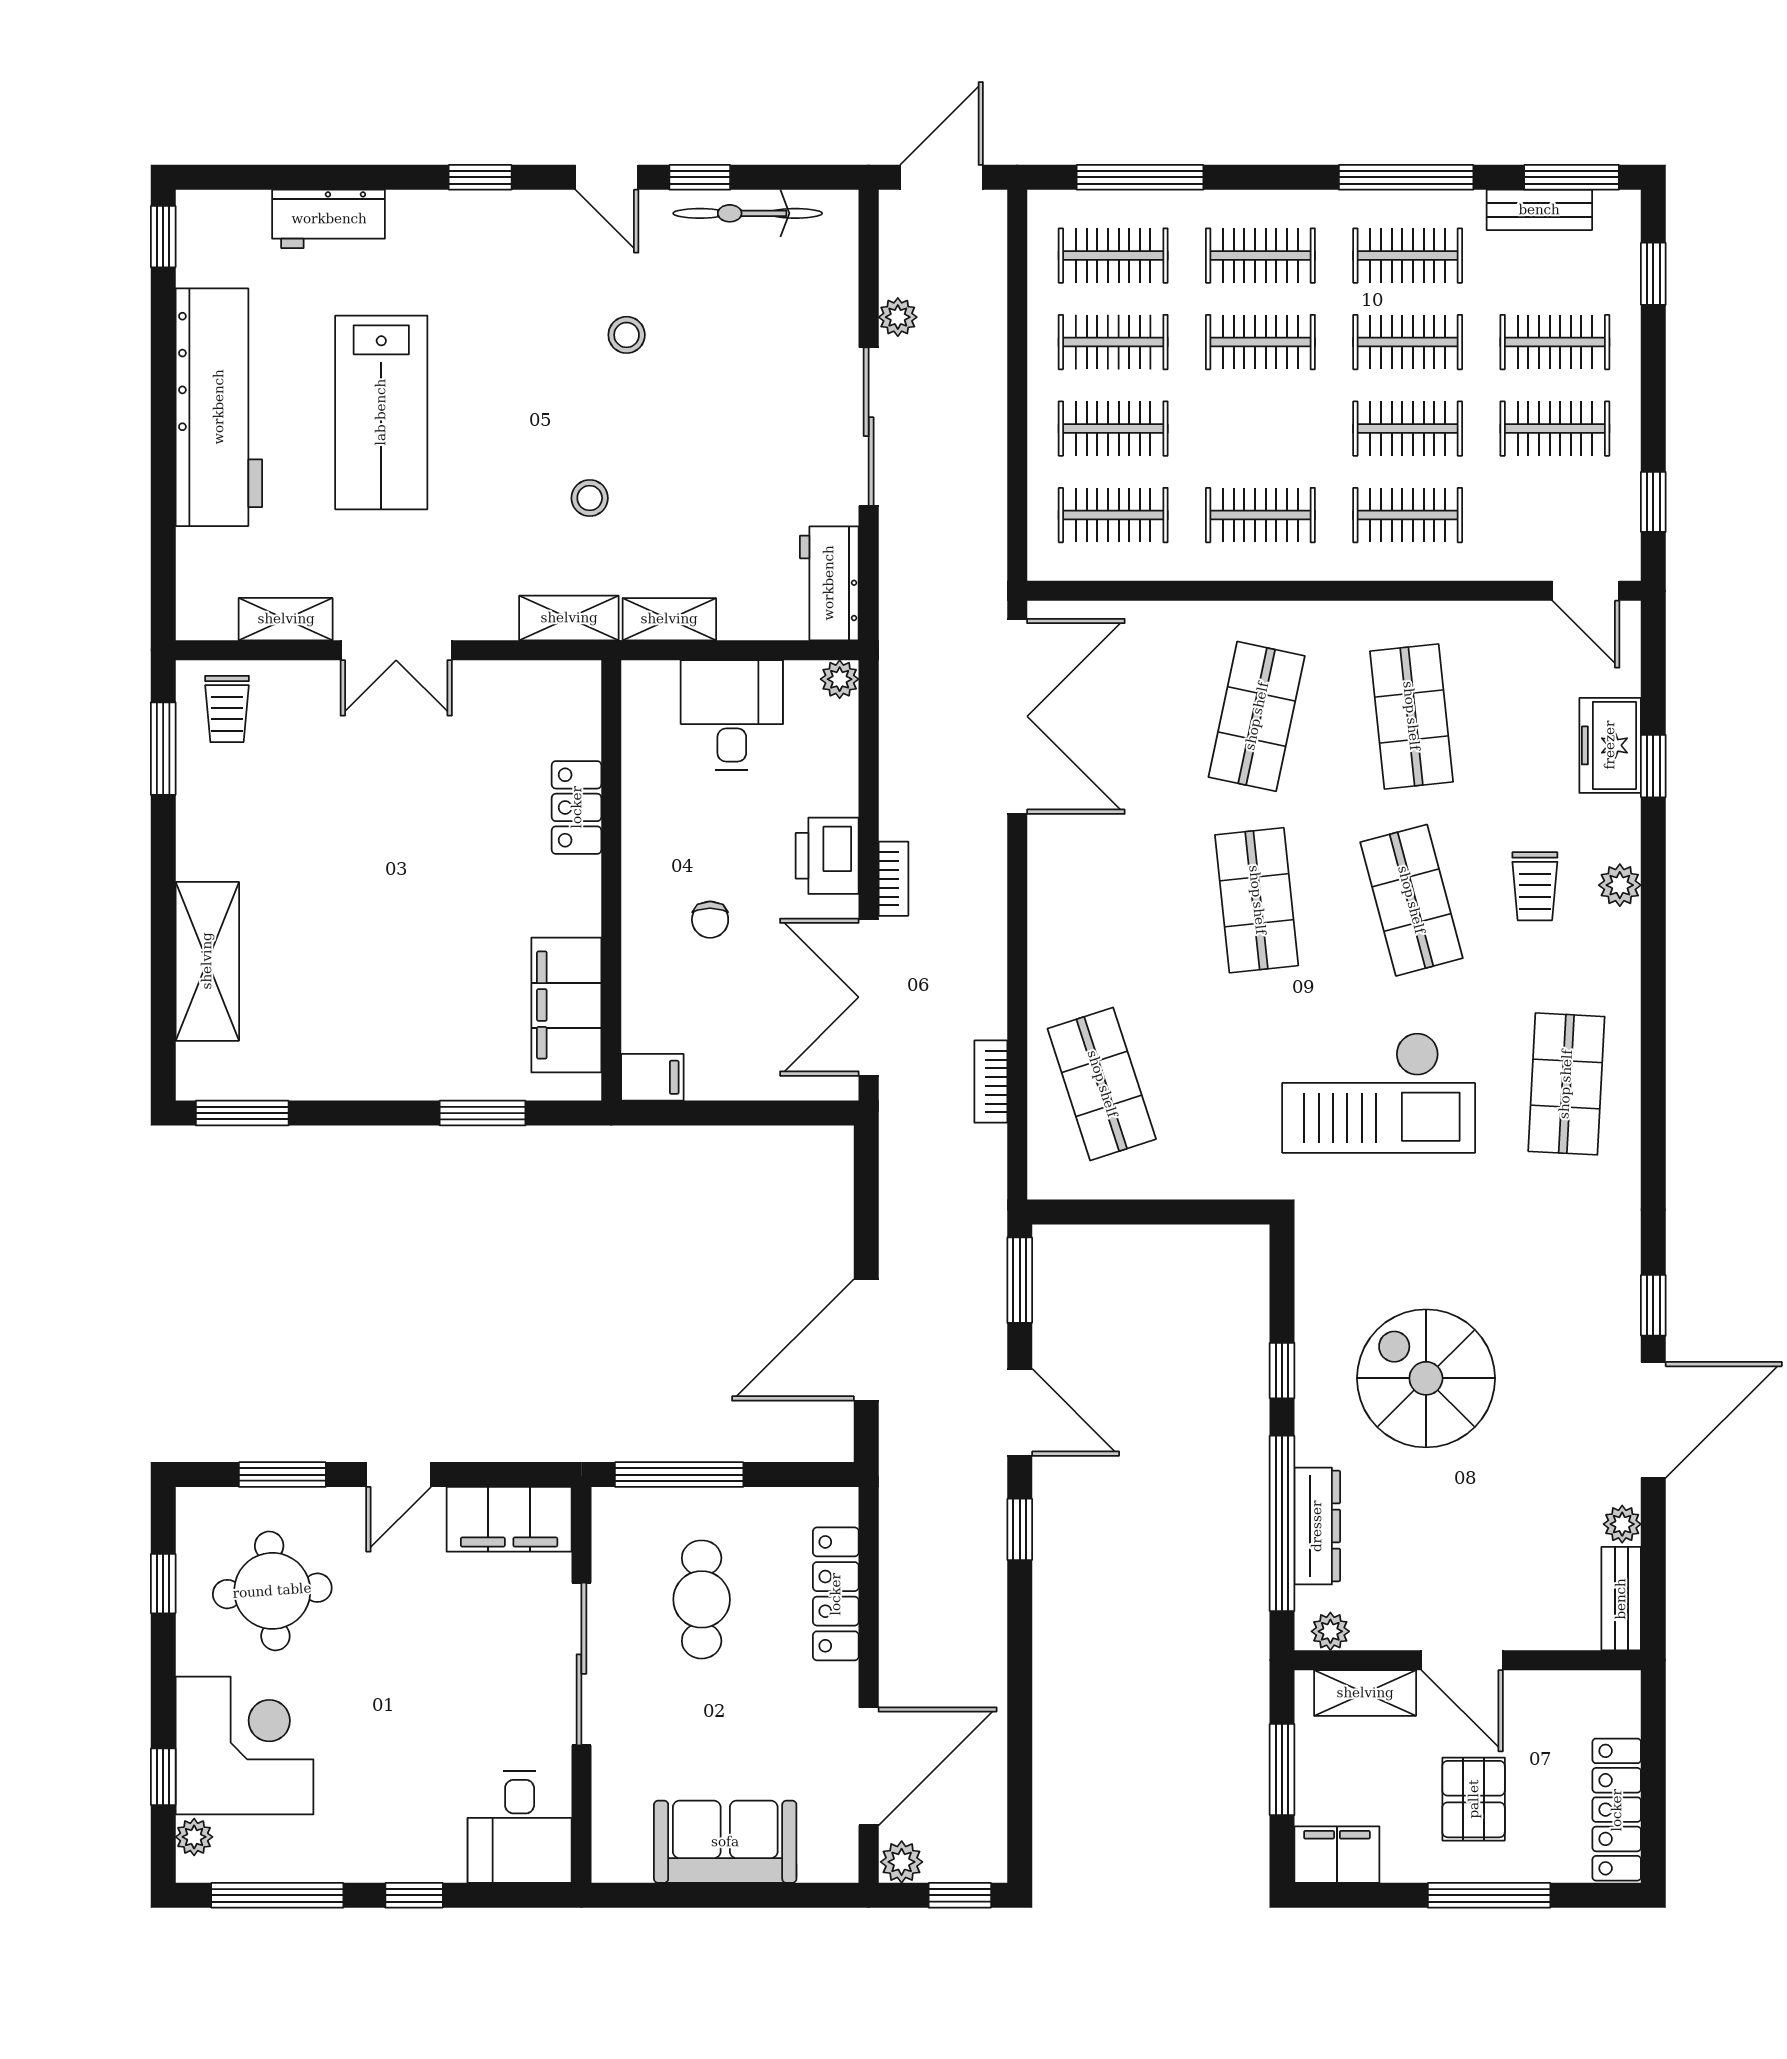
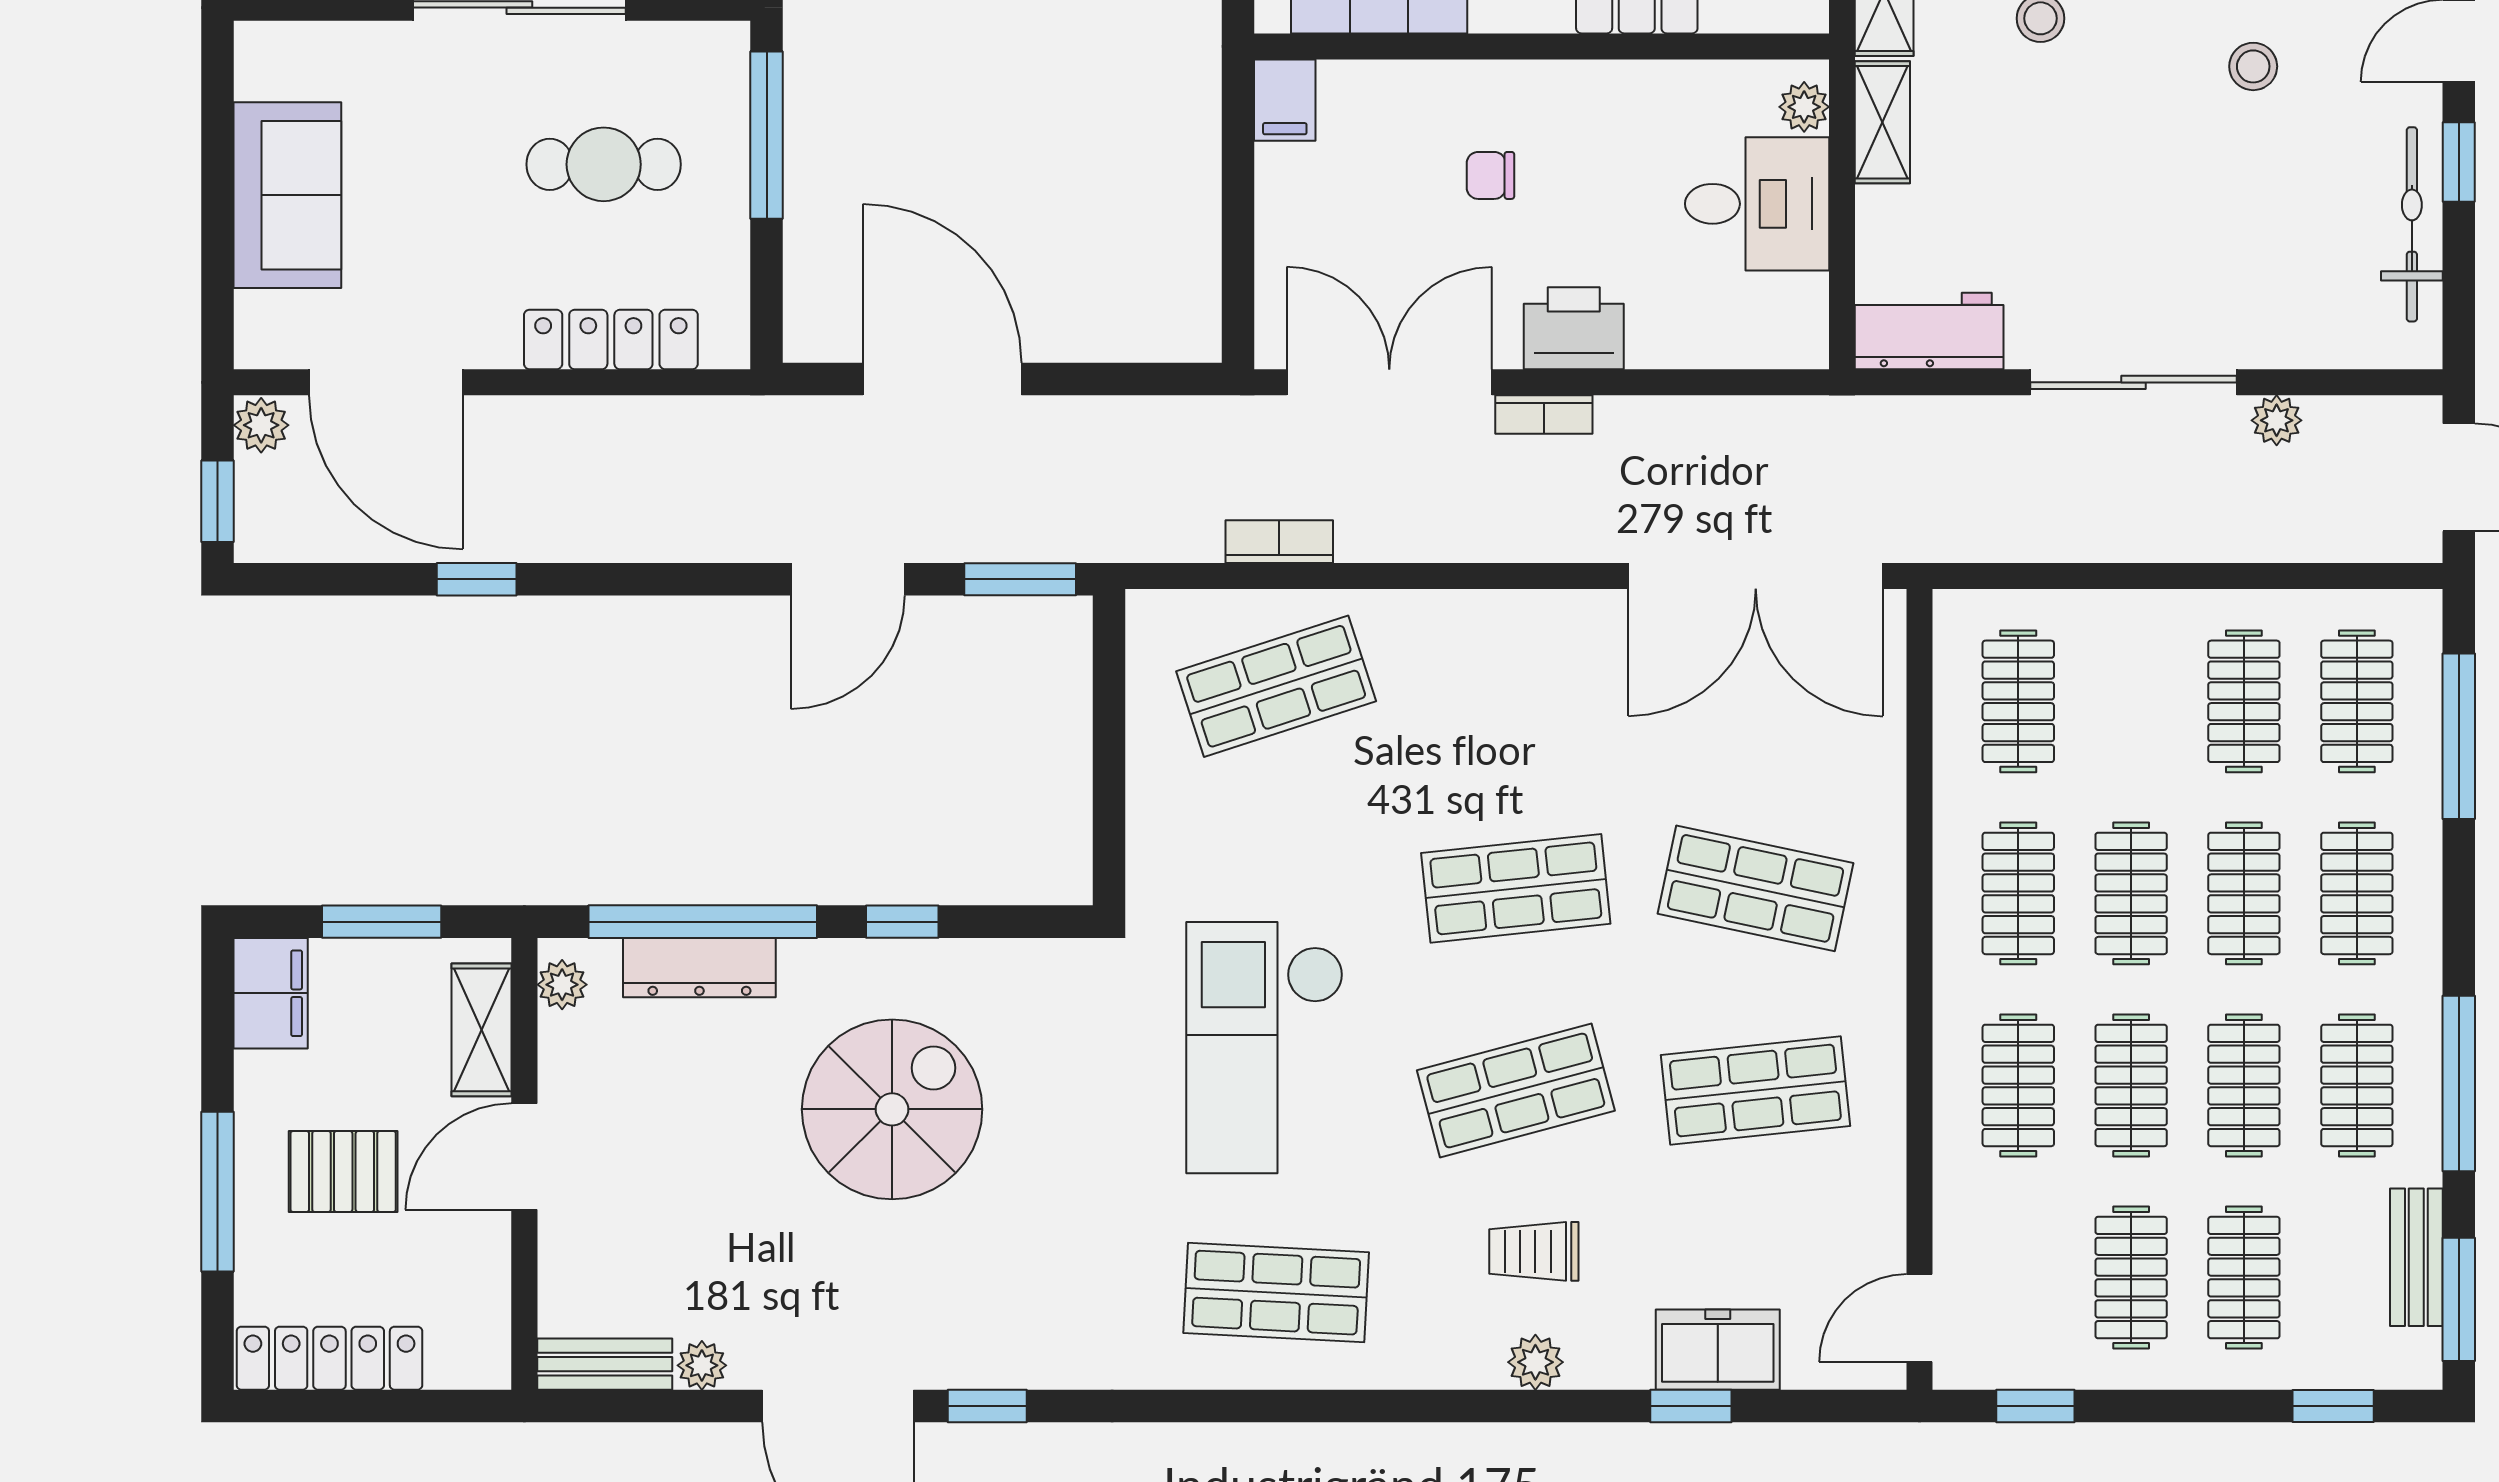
clothes rail: (1113, 429) -> (2131, 893), moved
plant: (840, 679) -> (1804, 107), moved
window: (1020, 1529) -> (477, 579), moved

